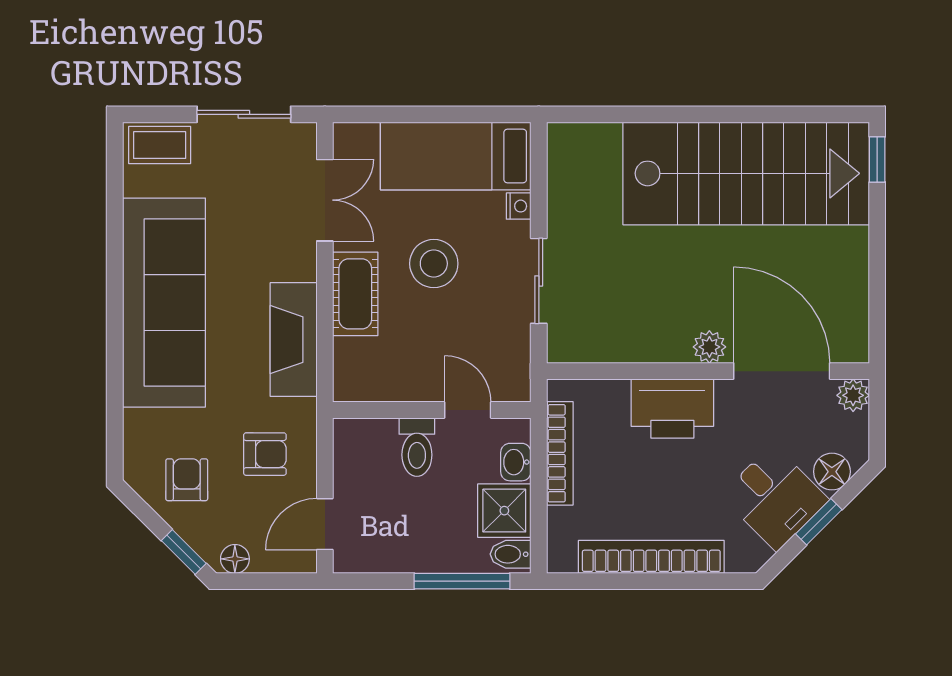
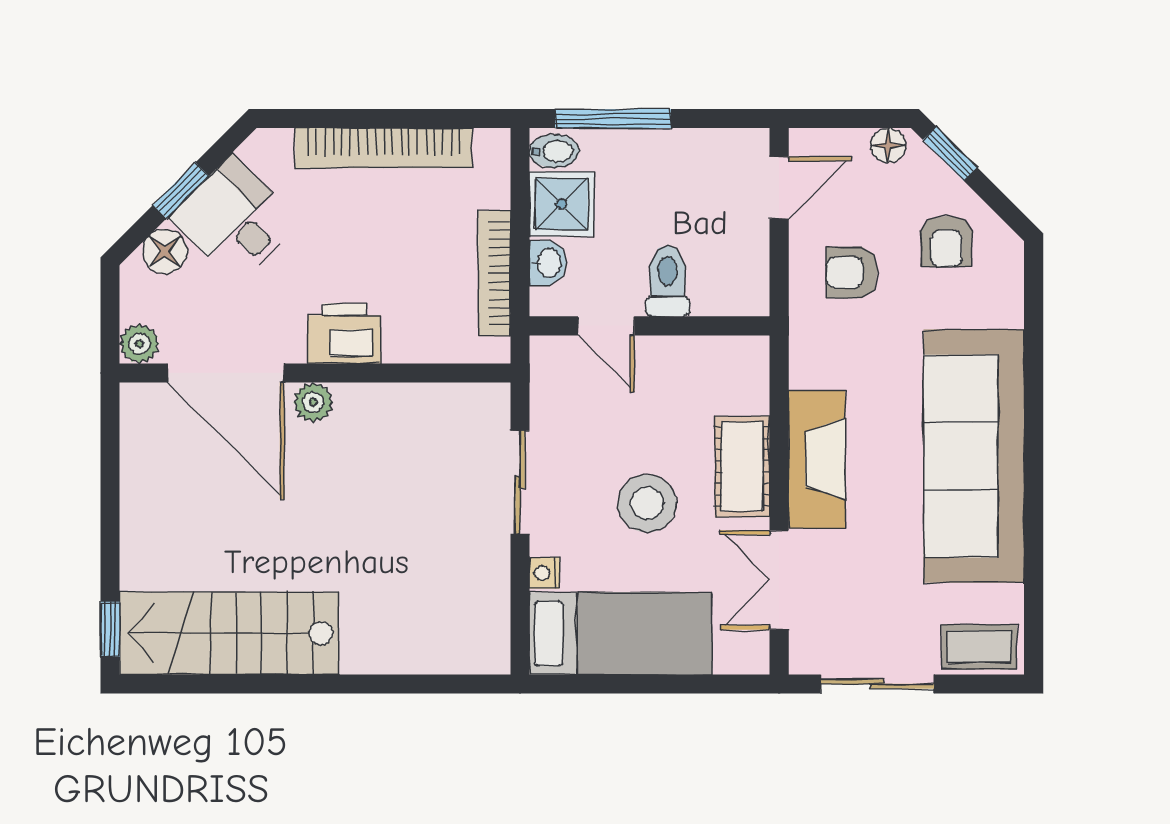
stairs: (746, 173) -> (229, 633), width x0.73, depth x0.66
fireplace: (294, 340) -> (817, 459), moved
printer: (672, 409) -> (345, 333), width x0.73, depth x0.84

